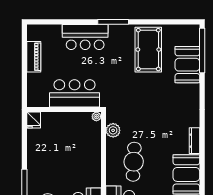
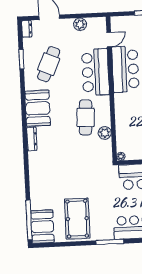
booth: (187, 65) -> (42, 227), moved
plant: (113, 130) -> (105, 133), moved

